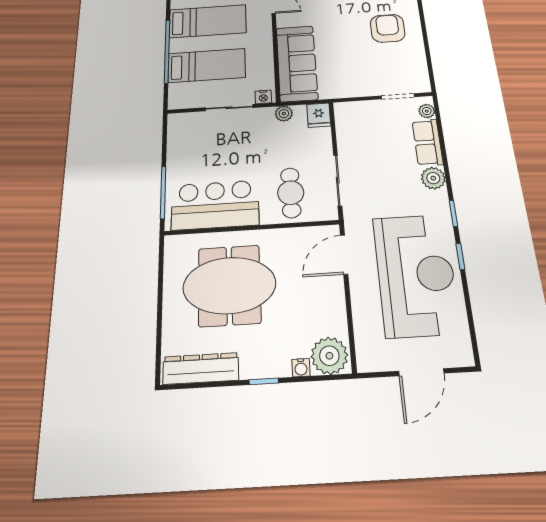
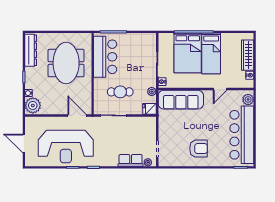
bed: (207, 66) -> (188, 53), width x1.50
plant: (433, 178) -> (112, 161), removed
cafe table: (291, 193) -> (120, 92), moved

